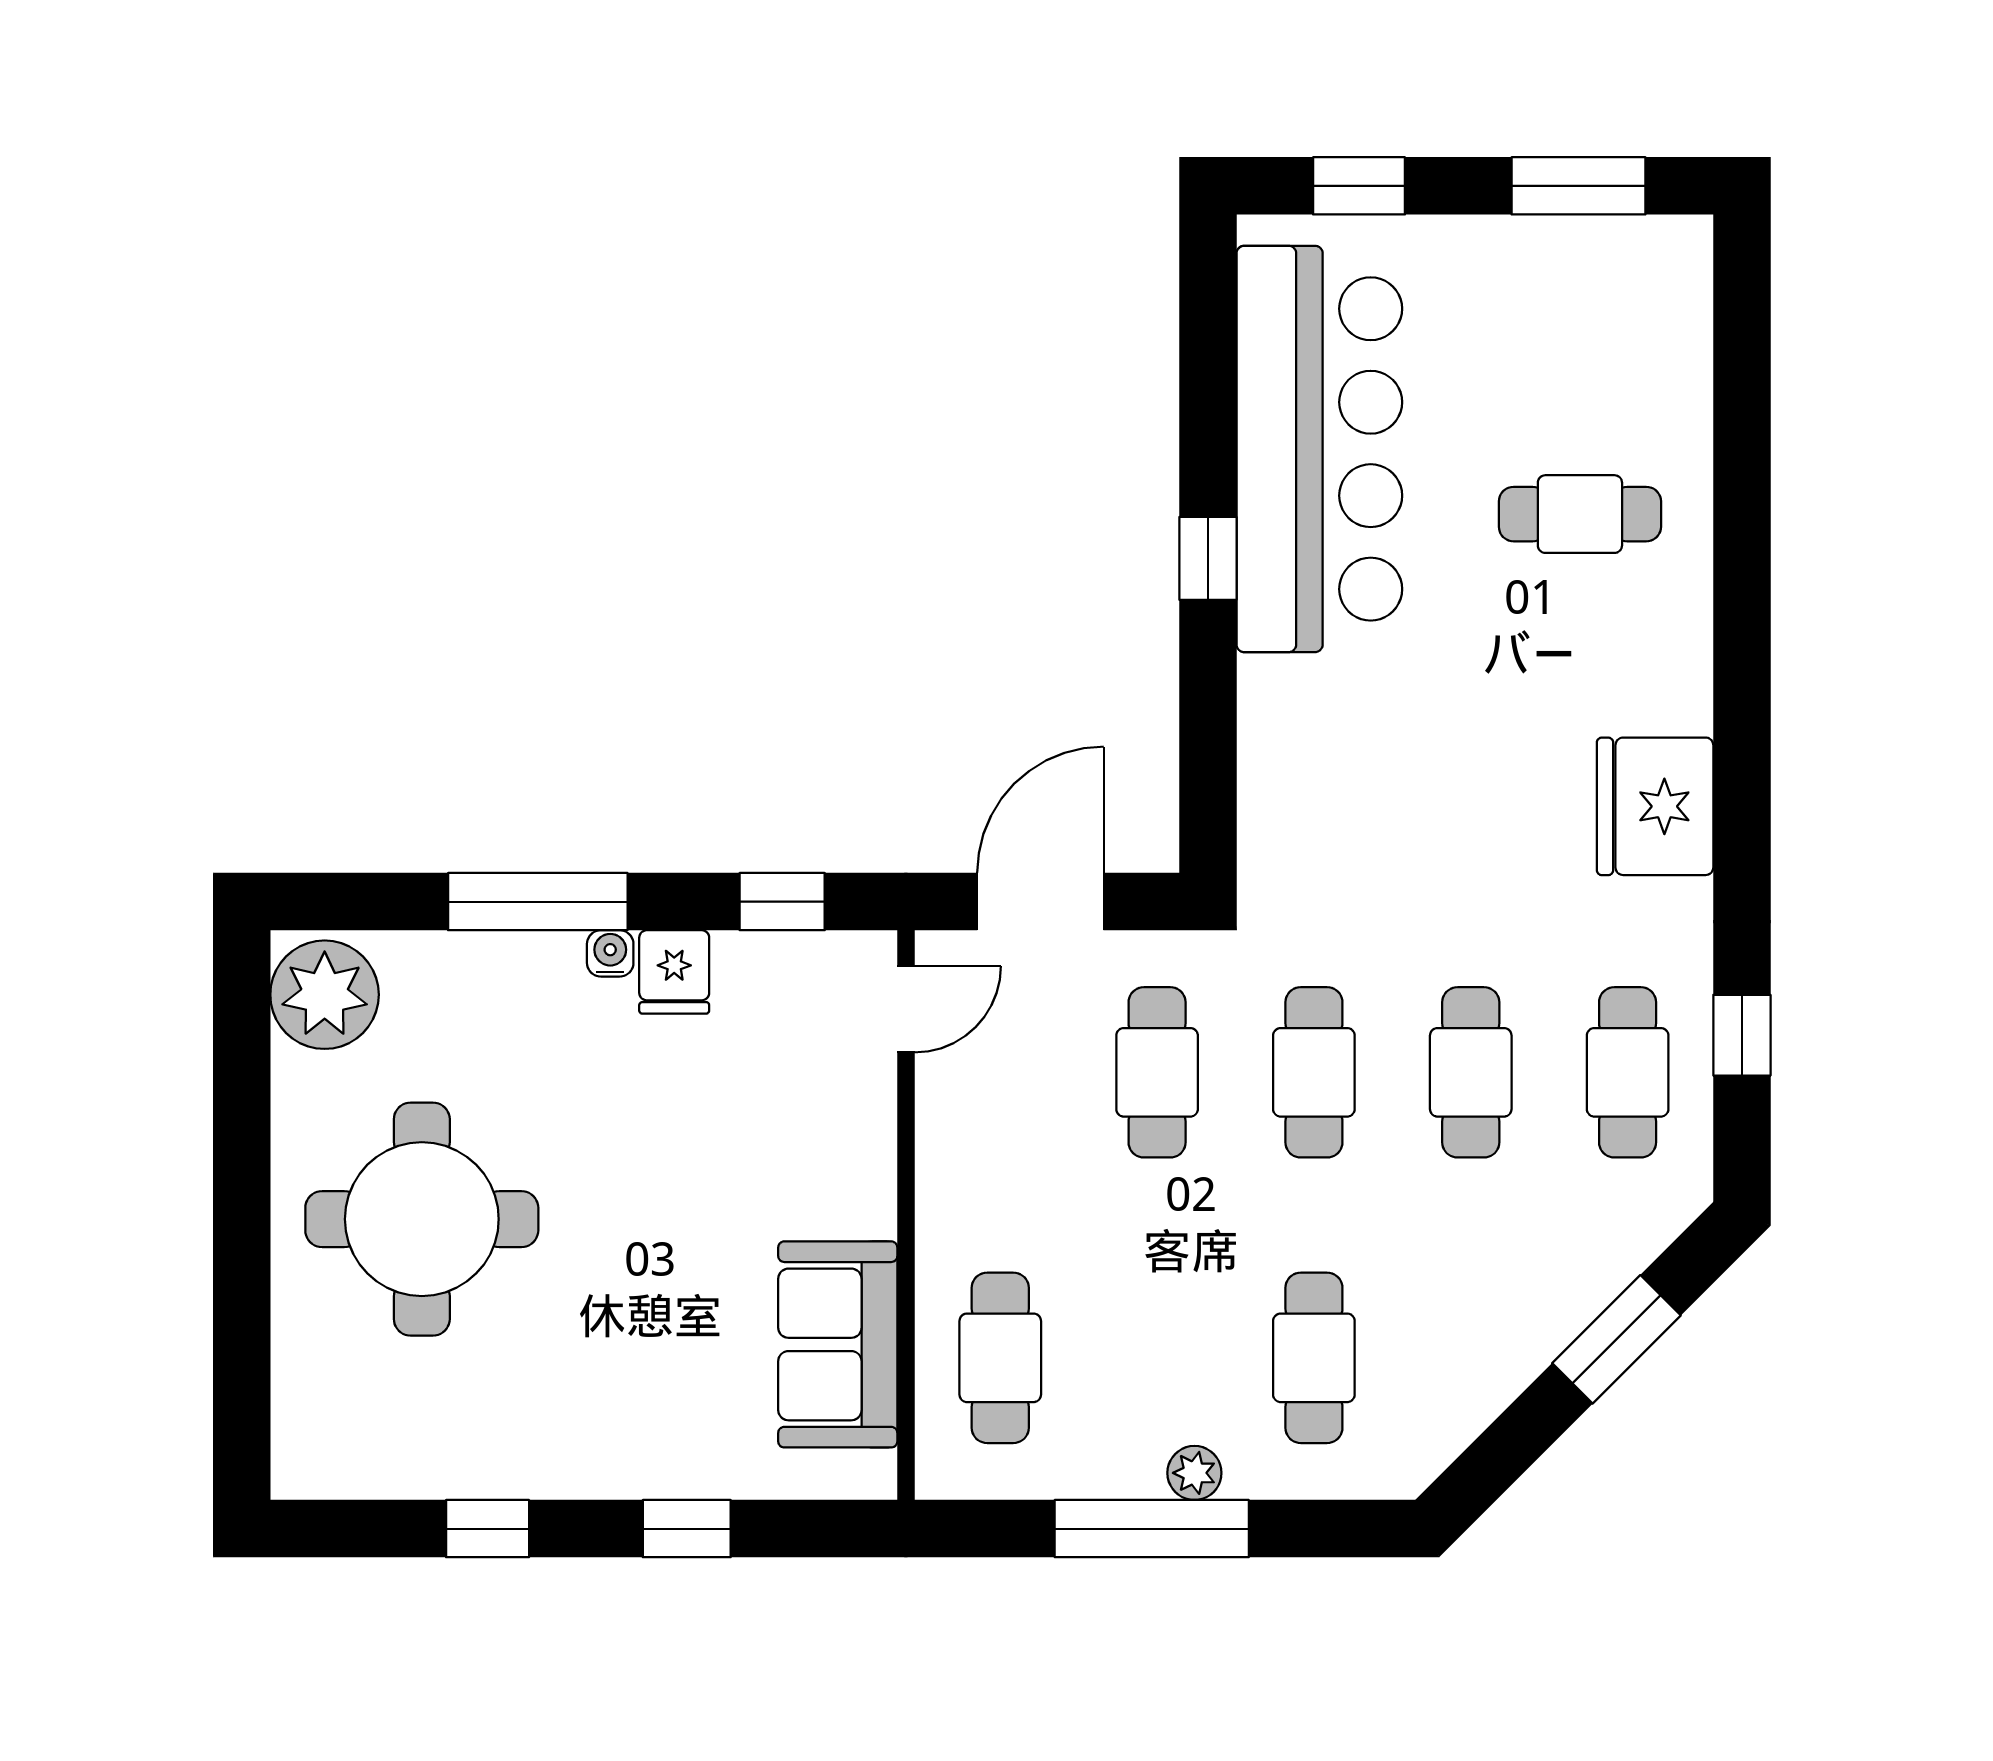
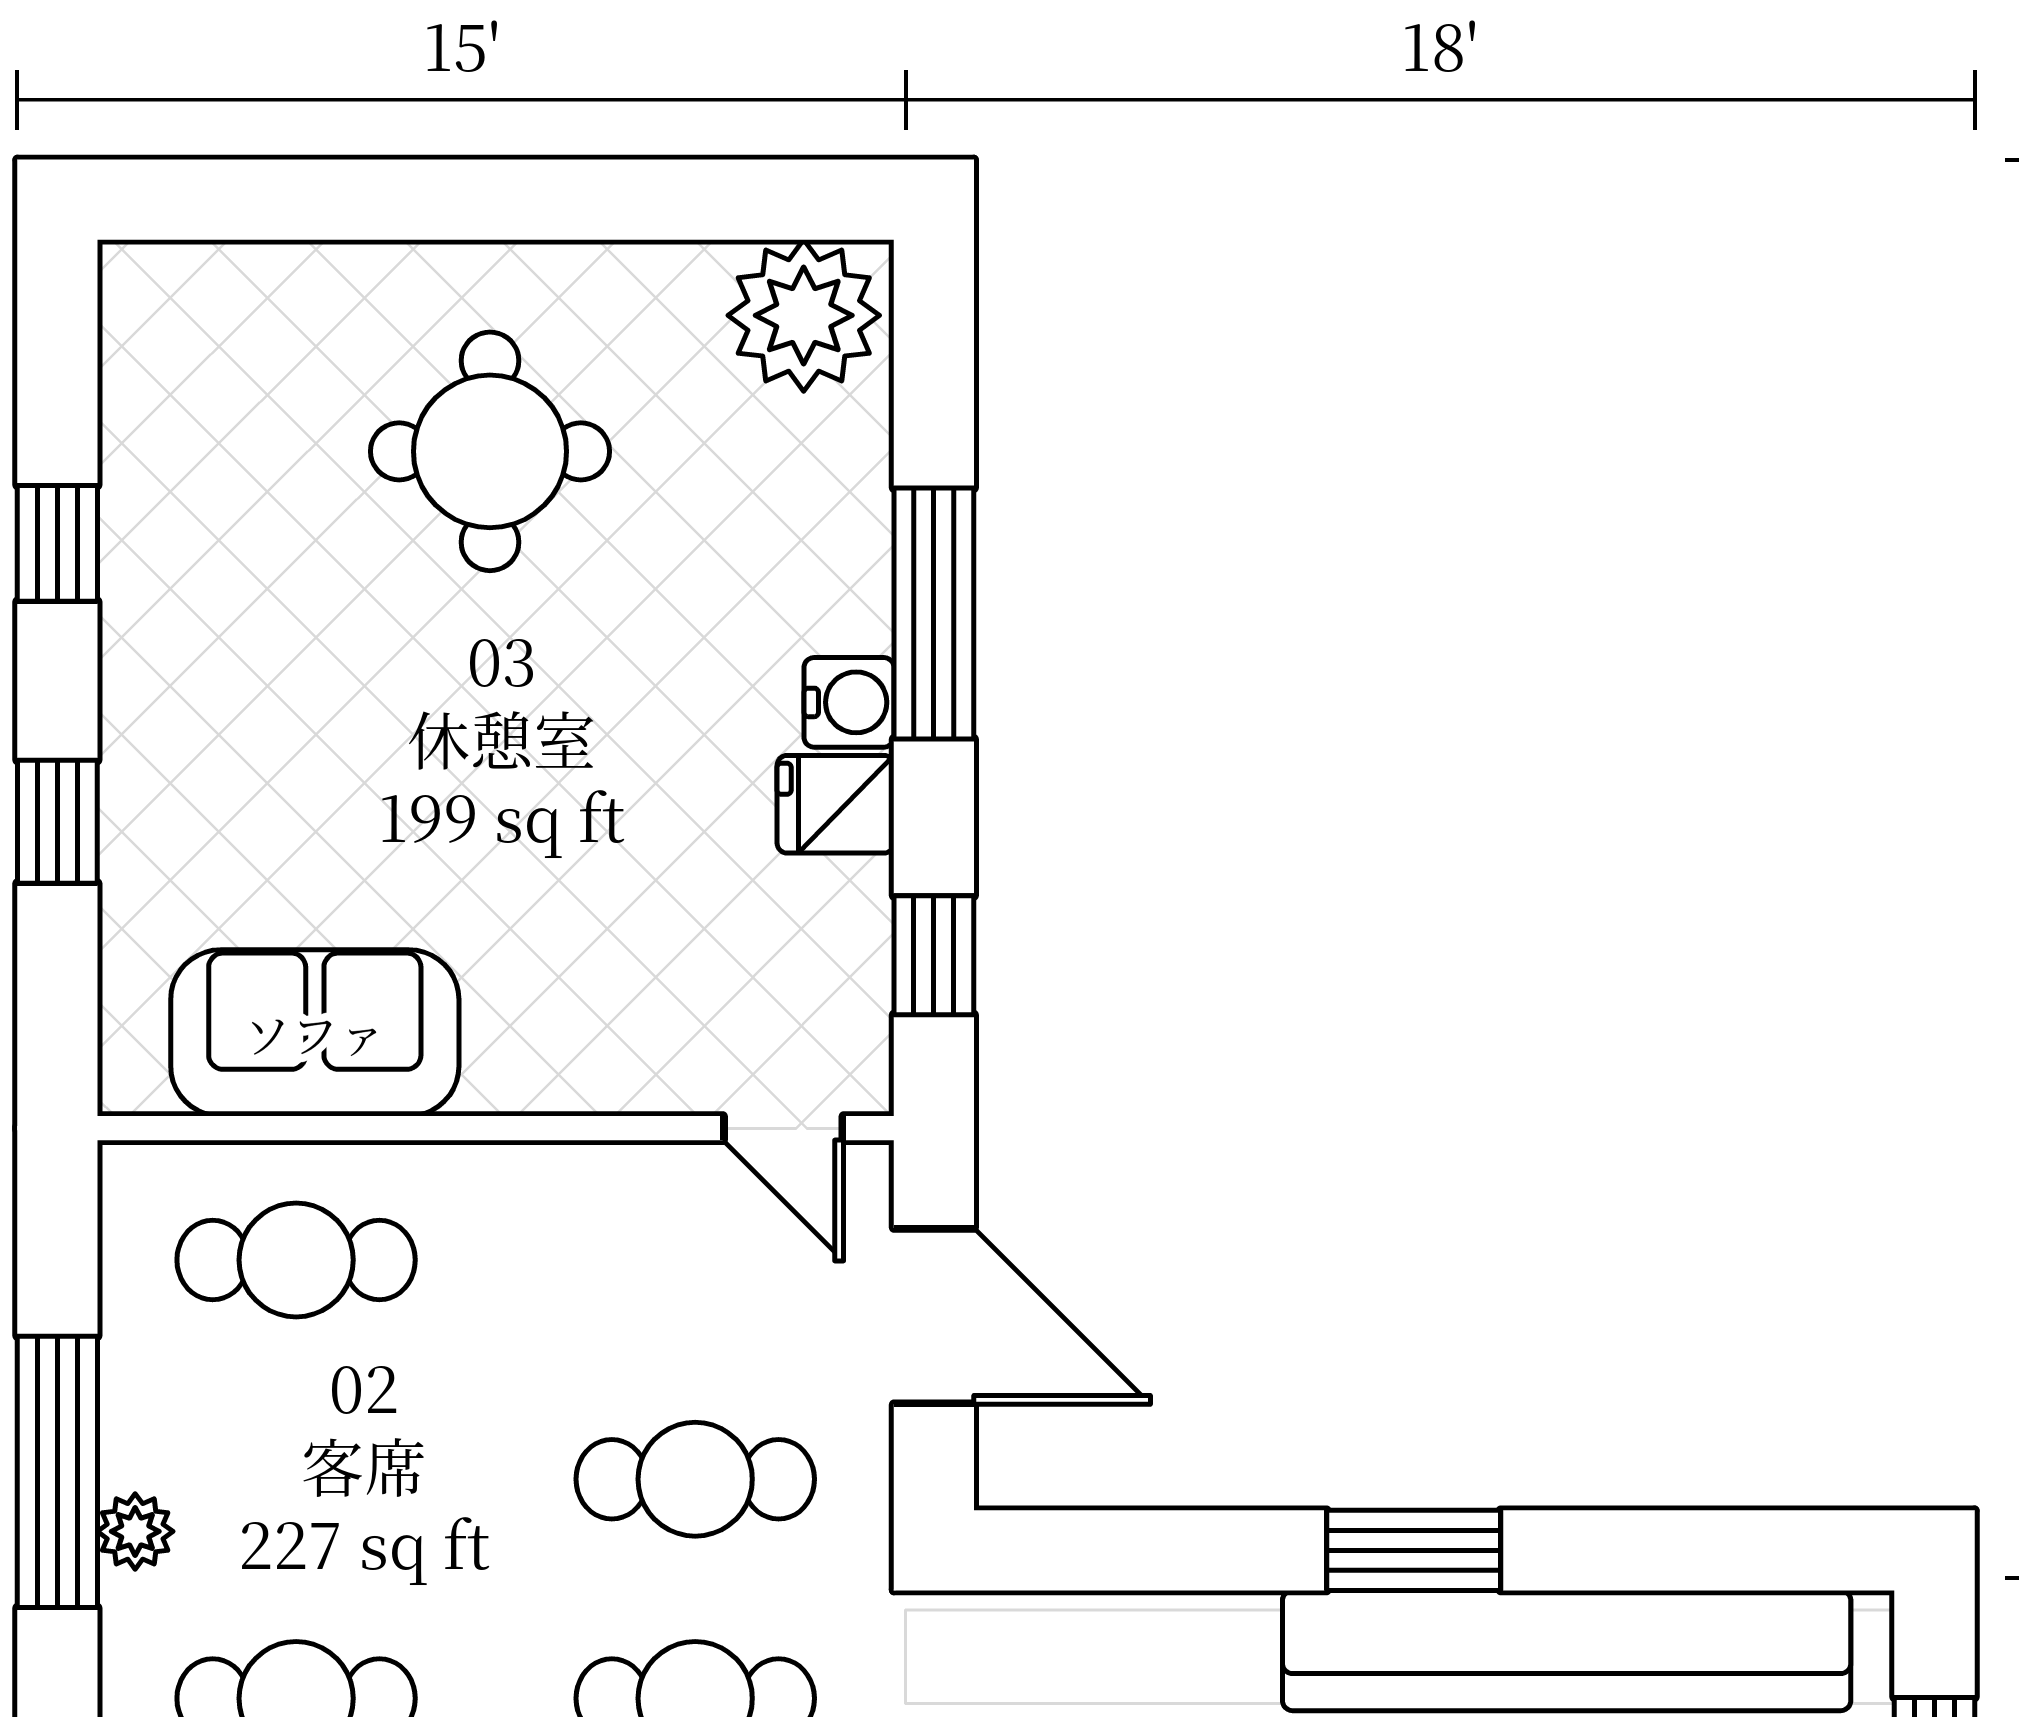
window: (1208, 558) -> (1414, 1550), width x1.50
water cooler: (610, 953) -> (849, 702), width x1.38, depth x1.38
round table: (422, 1219) -> (490, 451), width x0.73, depth x0.73

